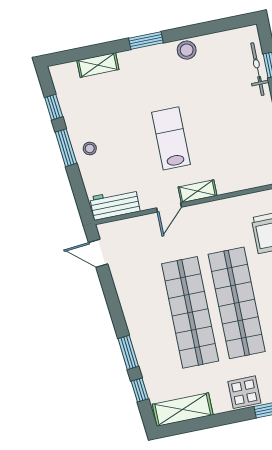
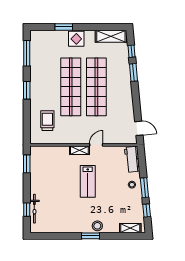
stool: (187, 50) -> (97, 226), moved
shelving: (98, 65) -> (130, 228), moved
workbench: (115, 204) -> (132, 159), moved, turned 85

